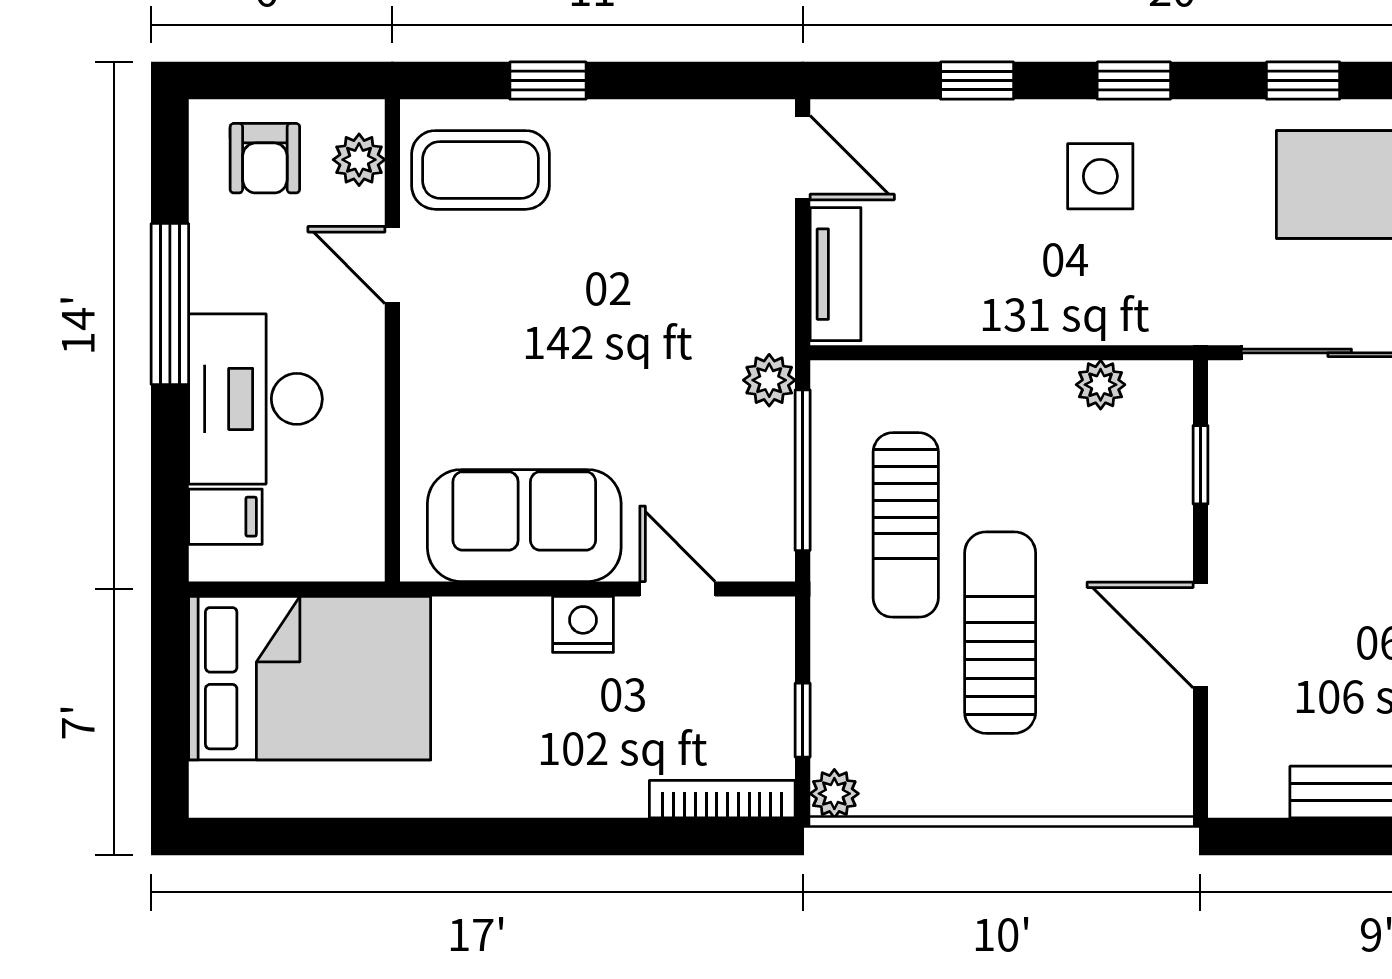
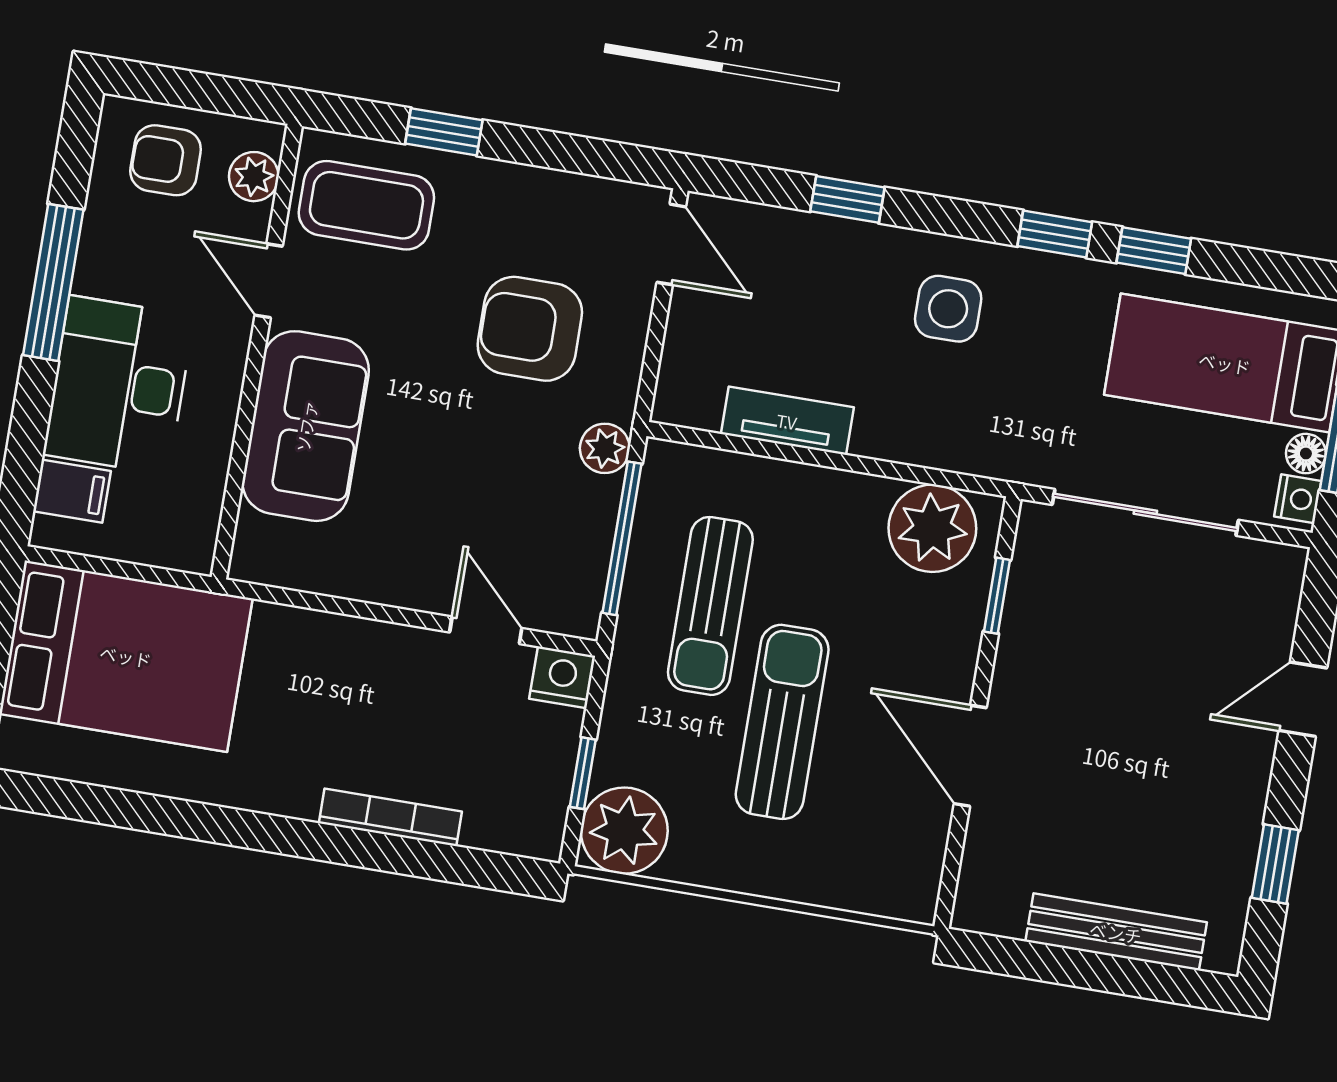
window: (1134, 81) -> (1055, 234), moved
armchair: (265, 158) -> (166, 160), turned 90
armchair: (671, 269) -> (530, 329), added
tv unit: (836, 274) -> (787, 421), moved, turned -90
plant: (1101, 385) -> (932, 528), width x1.87, depth x1.87
sofa: (524, 526) -> (306, 426), moved, turned 90
nightstand: (583, 624) -> (562, 677), moved
plant: (834, 794) -> (624, 831), width x1.88, depth x1.88
bookcase: (722, 799) -> (390, 817), moved

